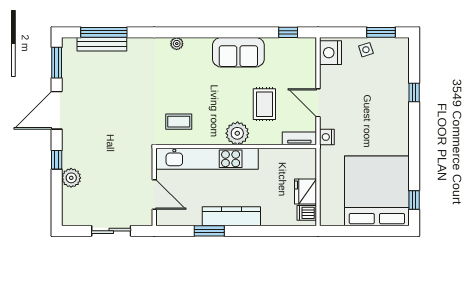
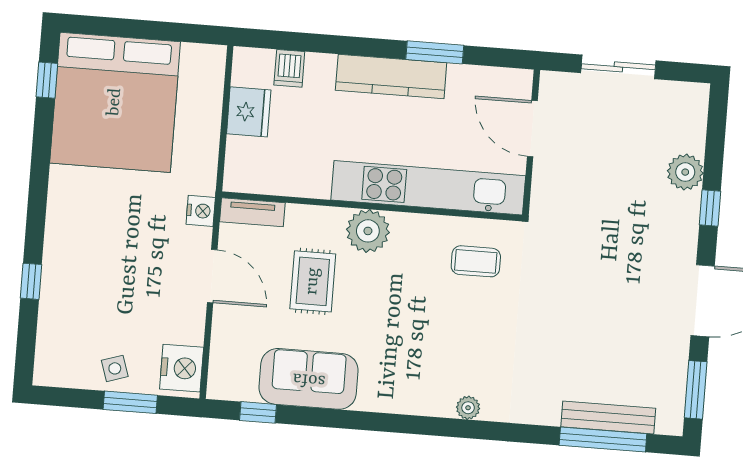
window: (381, 32) -> (130, 402), moved
sofa: (238, 52) -> (309, 379), moved
dishwasher: (307, 213) -> (289, 68), moved, turned 90

